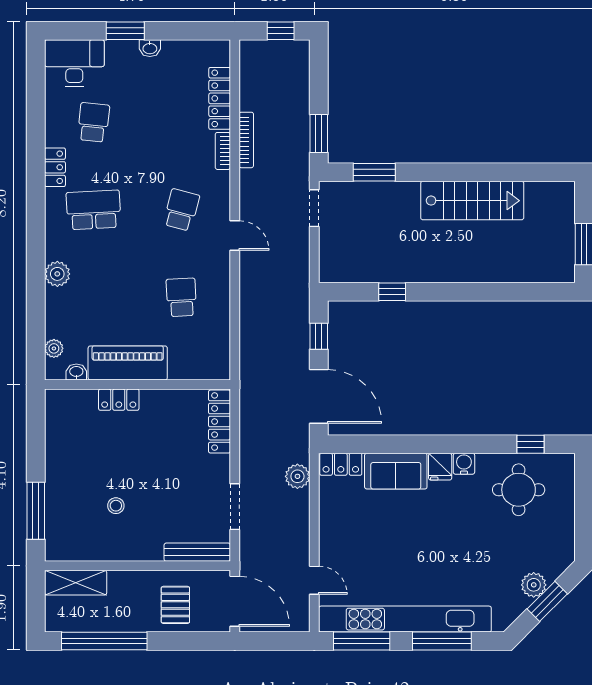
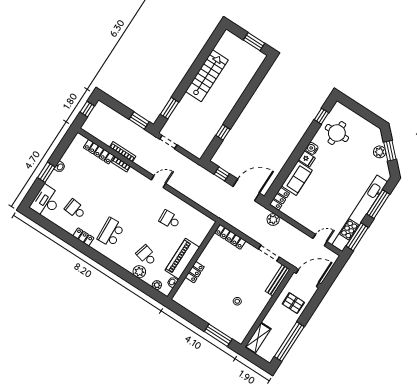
school desk: (181, 210) -> (146, 255), moved
plant: (57, 274) -> (139, 272), moved

